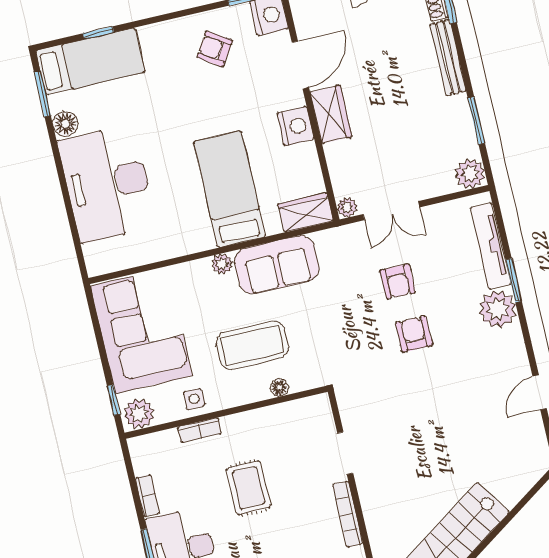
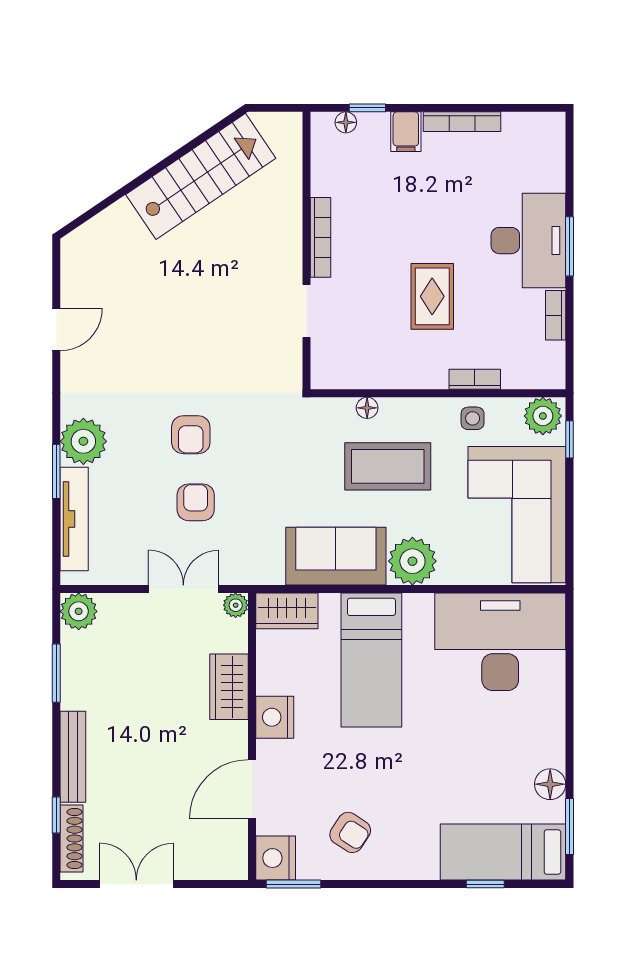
wardrobe: (331, 114) -> (229, 687), moved
desk: (107, 184) -> (500, 642), moved, turned -90
plant: (222, 264) -> (412, 561), width x1.88, depth x1.88

